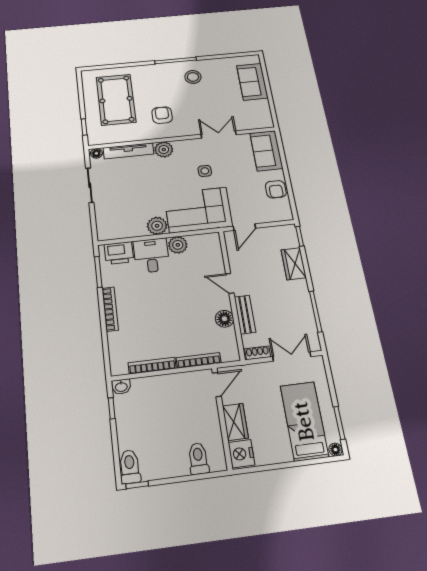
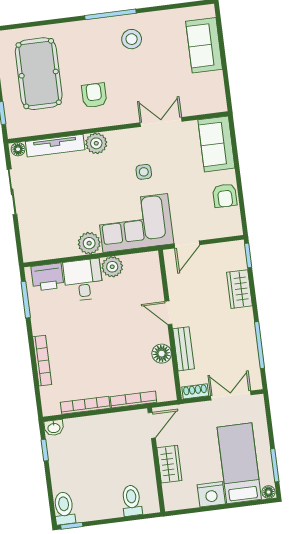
bookcase: (110, 309) -> (42, 361), moved
nightstand: (241, 454) -> (211, 494), moved, turned -90

